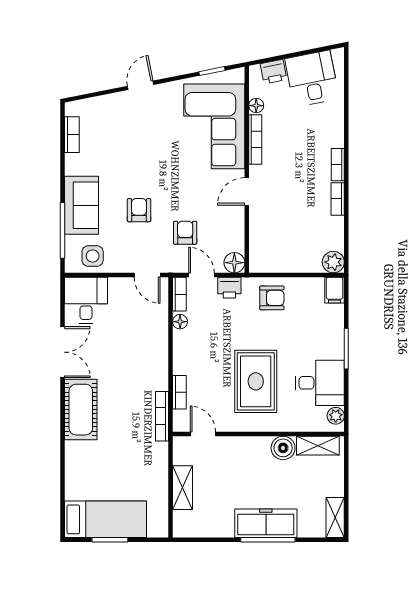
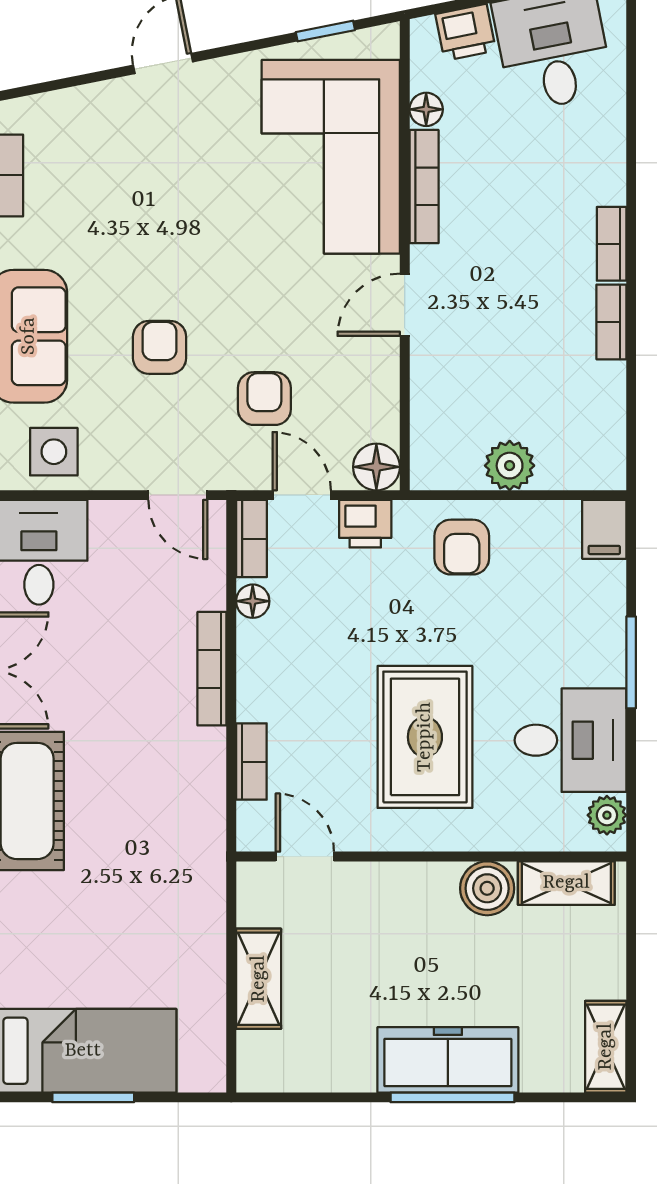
plant: (333, 262) -> (510, 466), moved
armchair: (272, 298) -> (462, 547), turned 90
bookcase: (162, 416) -> (212, 669), moved

